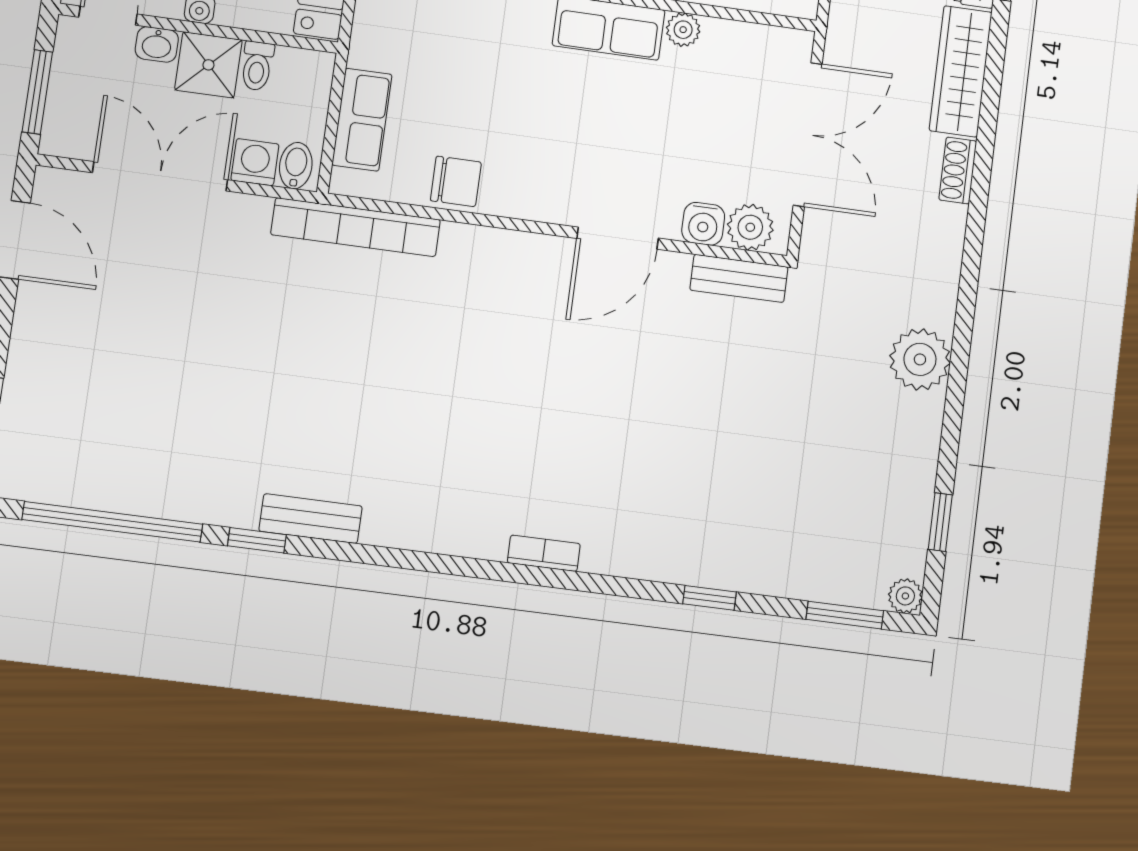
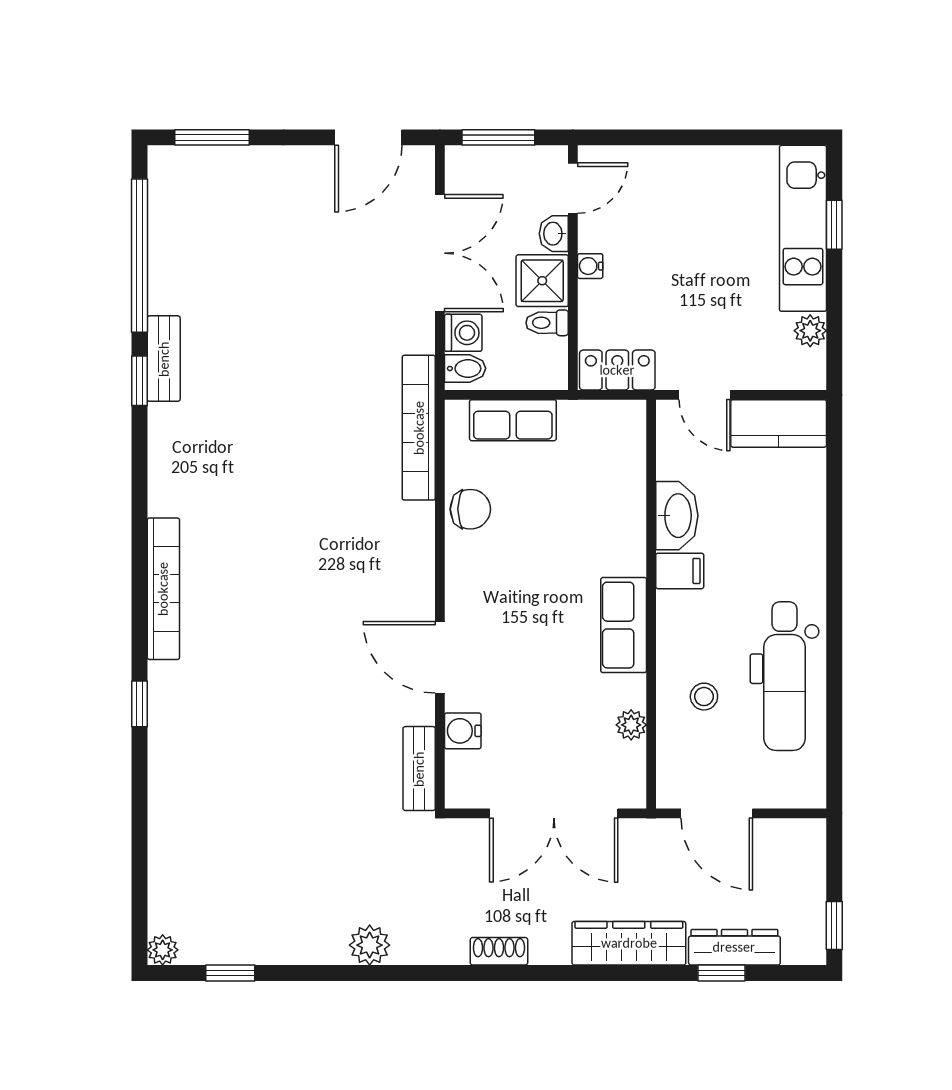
plant: (683, 30) -> (631, 725), moved
shoe rack: (958, 170) -> (499, 951), moved
chair: (456, 181) -> (470, 509), turned -90
plant: (750, 227) -> (465, 773), removed
plant: (920, 359) -> (370, 945), width x0.73, depth x0.73
bench: (311, 519) -> (164, 359), moved
bookcase: (544, 553) -> (163, 589), width x2.31, depth x1.31
window: (709, 598) -> (139, 704), moved
window: (845, 615) -> (139, 898), removed

